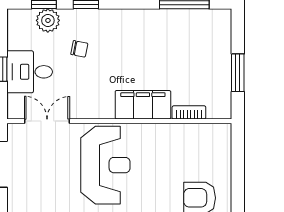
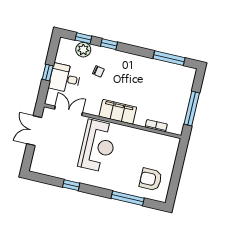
window: (238, 73) -> (192, 108), width x1.44
filing cabinet: (143, 105) -> (118, 112), moved

